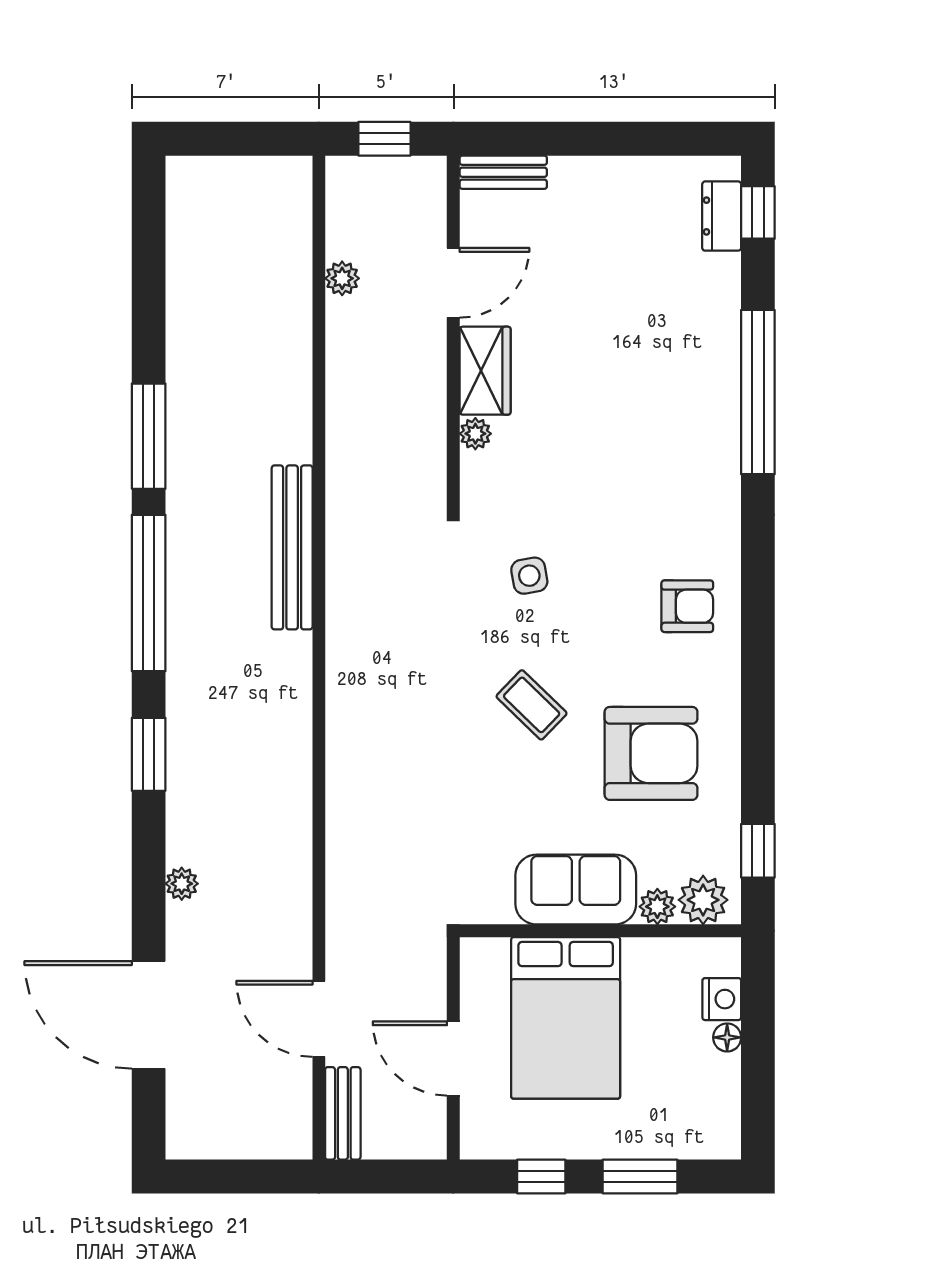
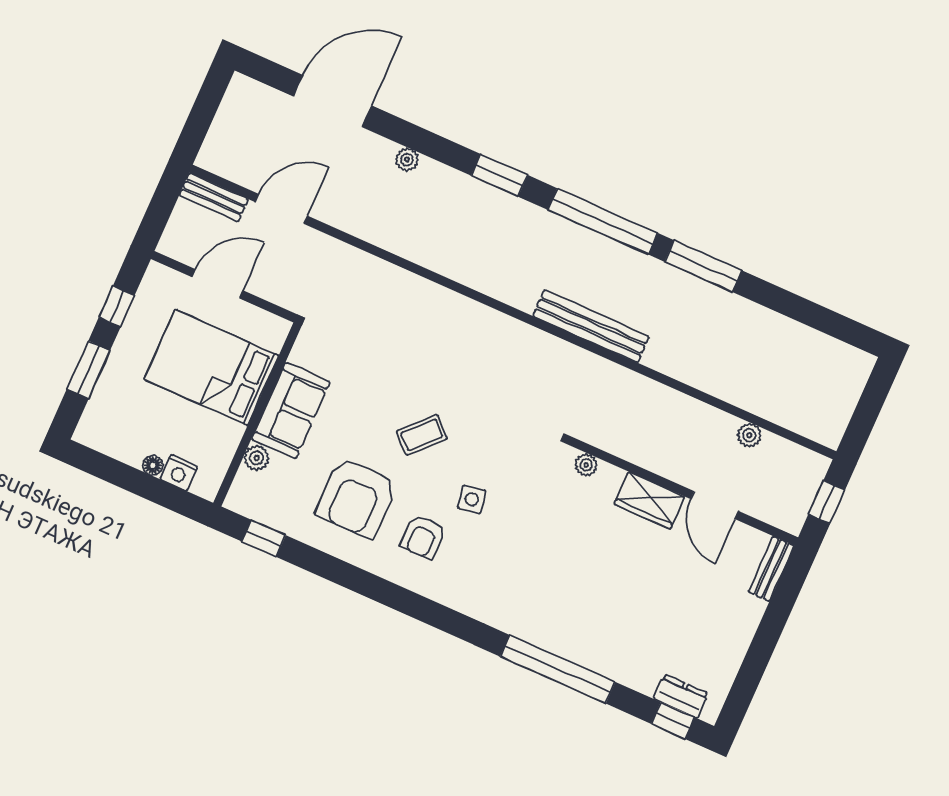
plant: (475, 434) -> (586, 465), moved
side table: (529, 576) -> (472, 499), moved
armchair: (687, 606) -> (423, 537), moved
plant: (703, 900) -> (248, 489), removed

